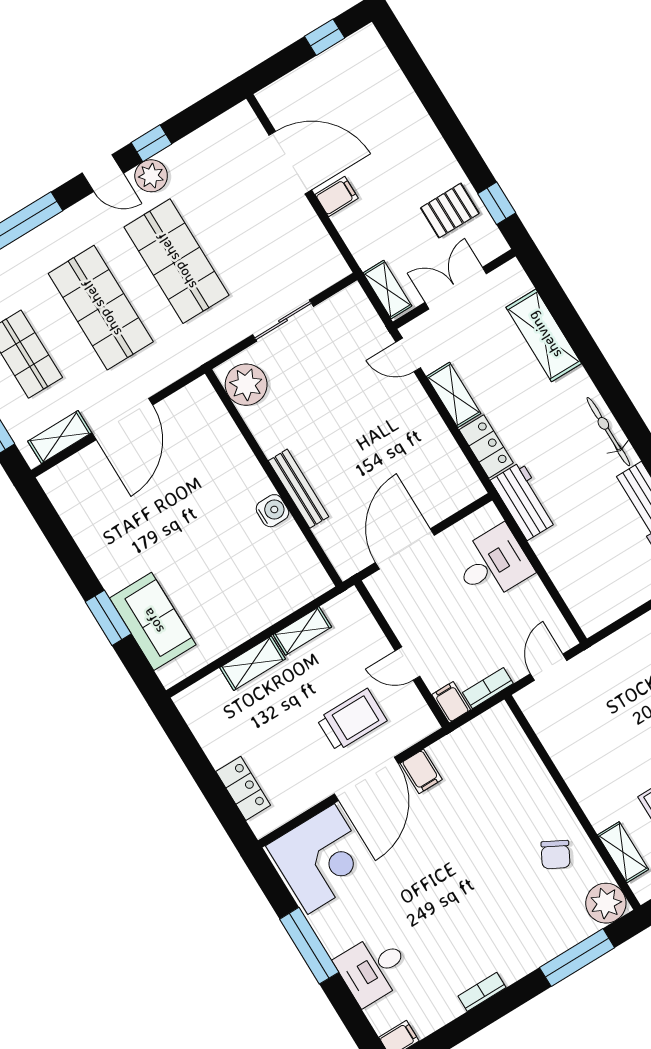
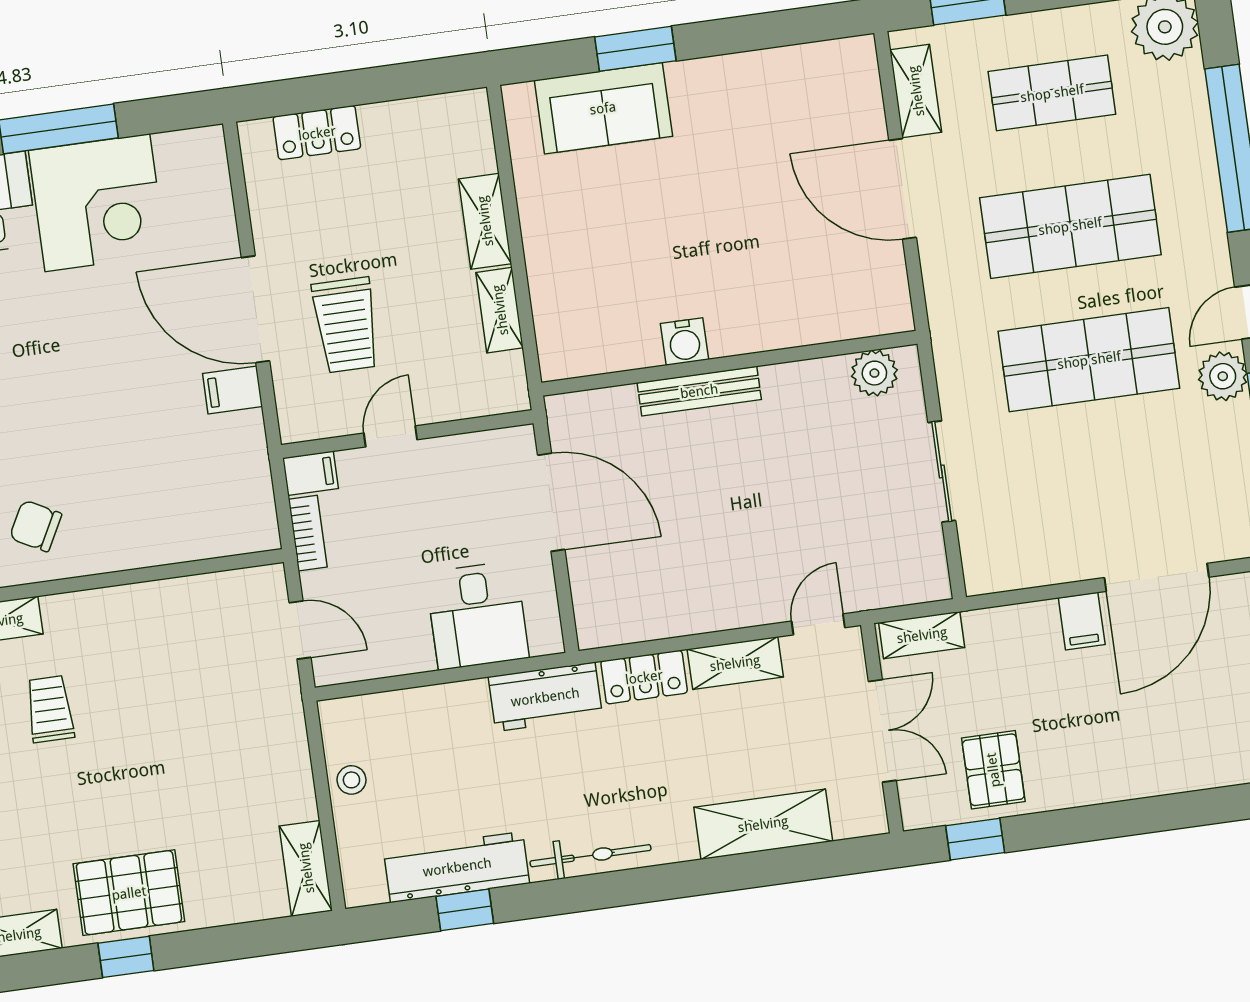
plant: (246, 385) -> (874, 373), width x0.73, depth x0.73
stool: (626, 596) -> (351, 780), added
corner desk: (321, 859) -> (97, 203), moved, turned -90

